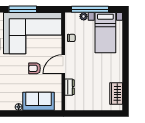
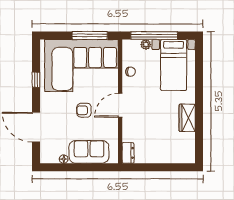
window: (23, 9) -> (90, 36), moved
dresser: (69, 87) -> (128, 153), moved
wardrobe: (116, 93) -> (187, 118), moved

